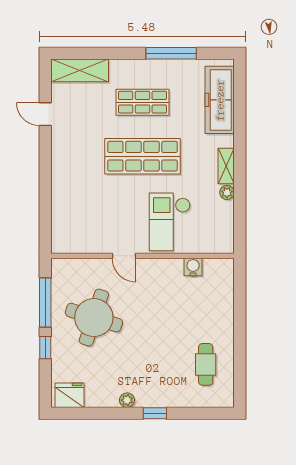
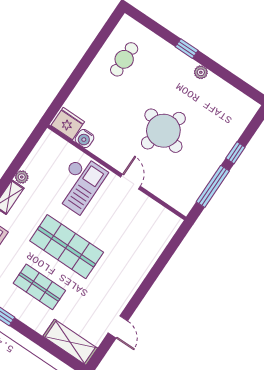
round table: (94, 318) -> (163, 131), moved
fridge: (70, 395) -> (68, 124), moved, turned 180

